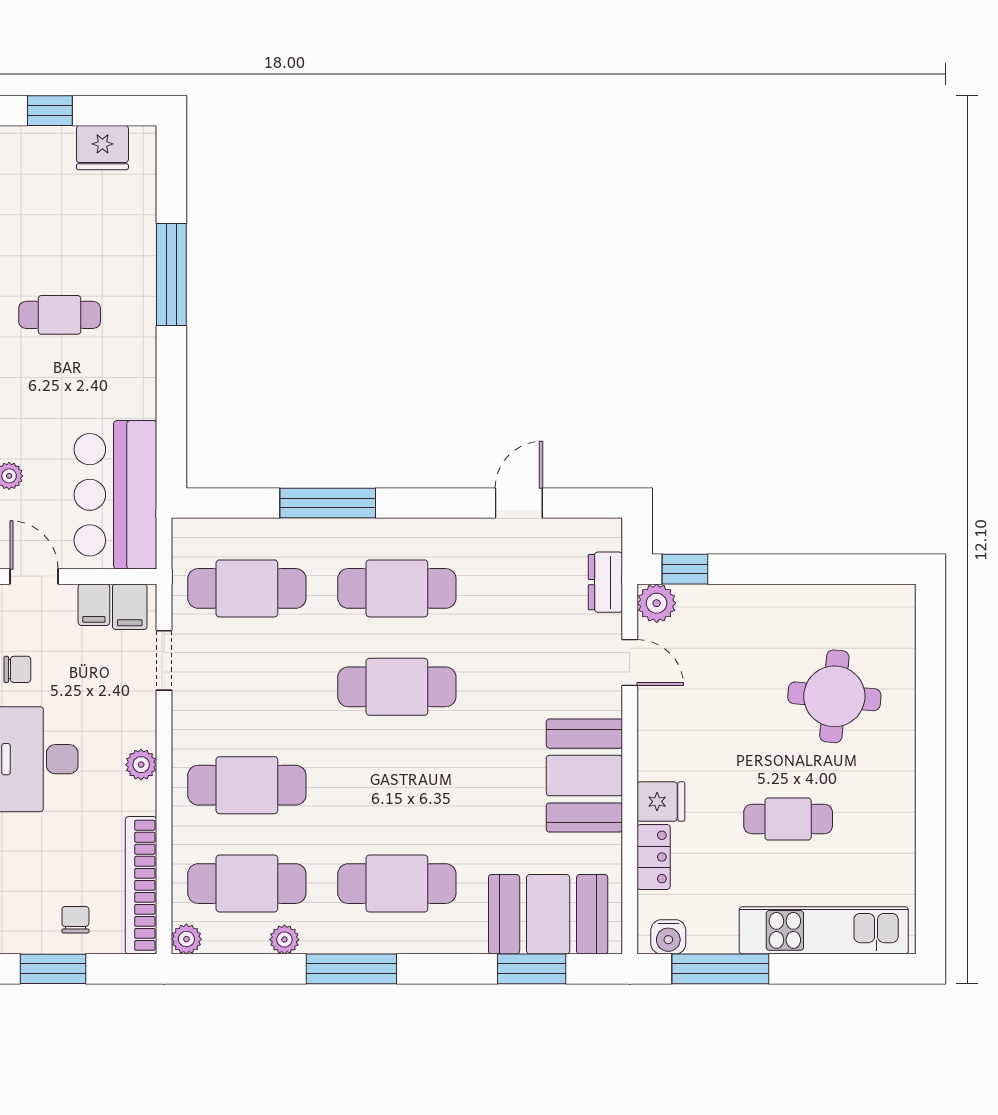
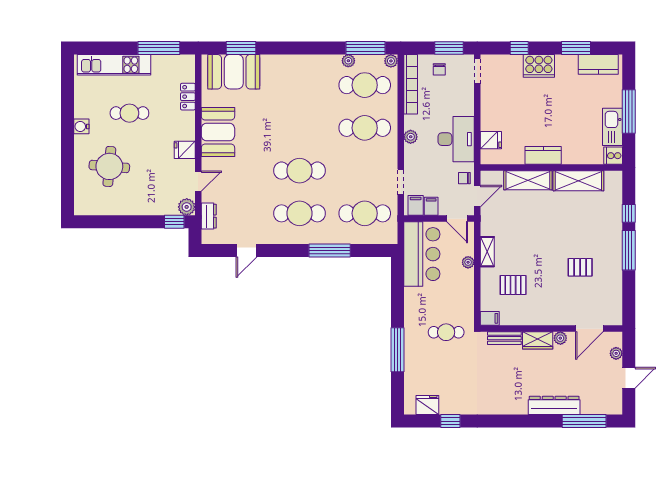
door: (630, 663) -> (198, 181), swing flipped
fridge: (661, 802) -> (185, 150), moved
cafe table: (397, 884) -> (299, 85), removed
water cooler: (668, 937) -> (81, 126), moved, turned -90
window: (351, 969) -> (366, 48), moved

